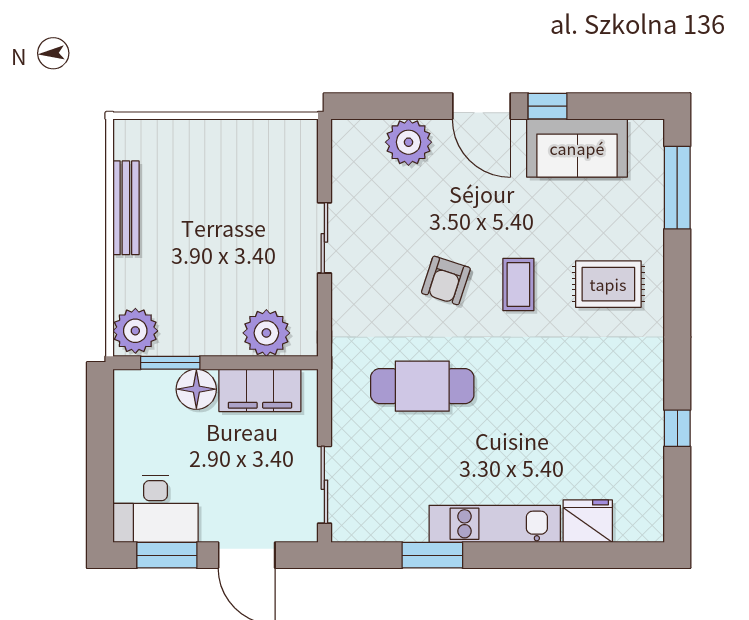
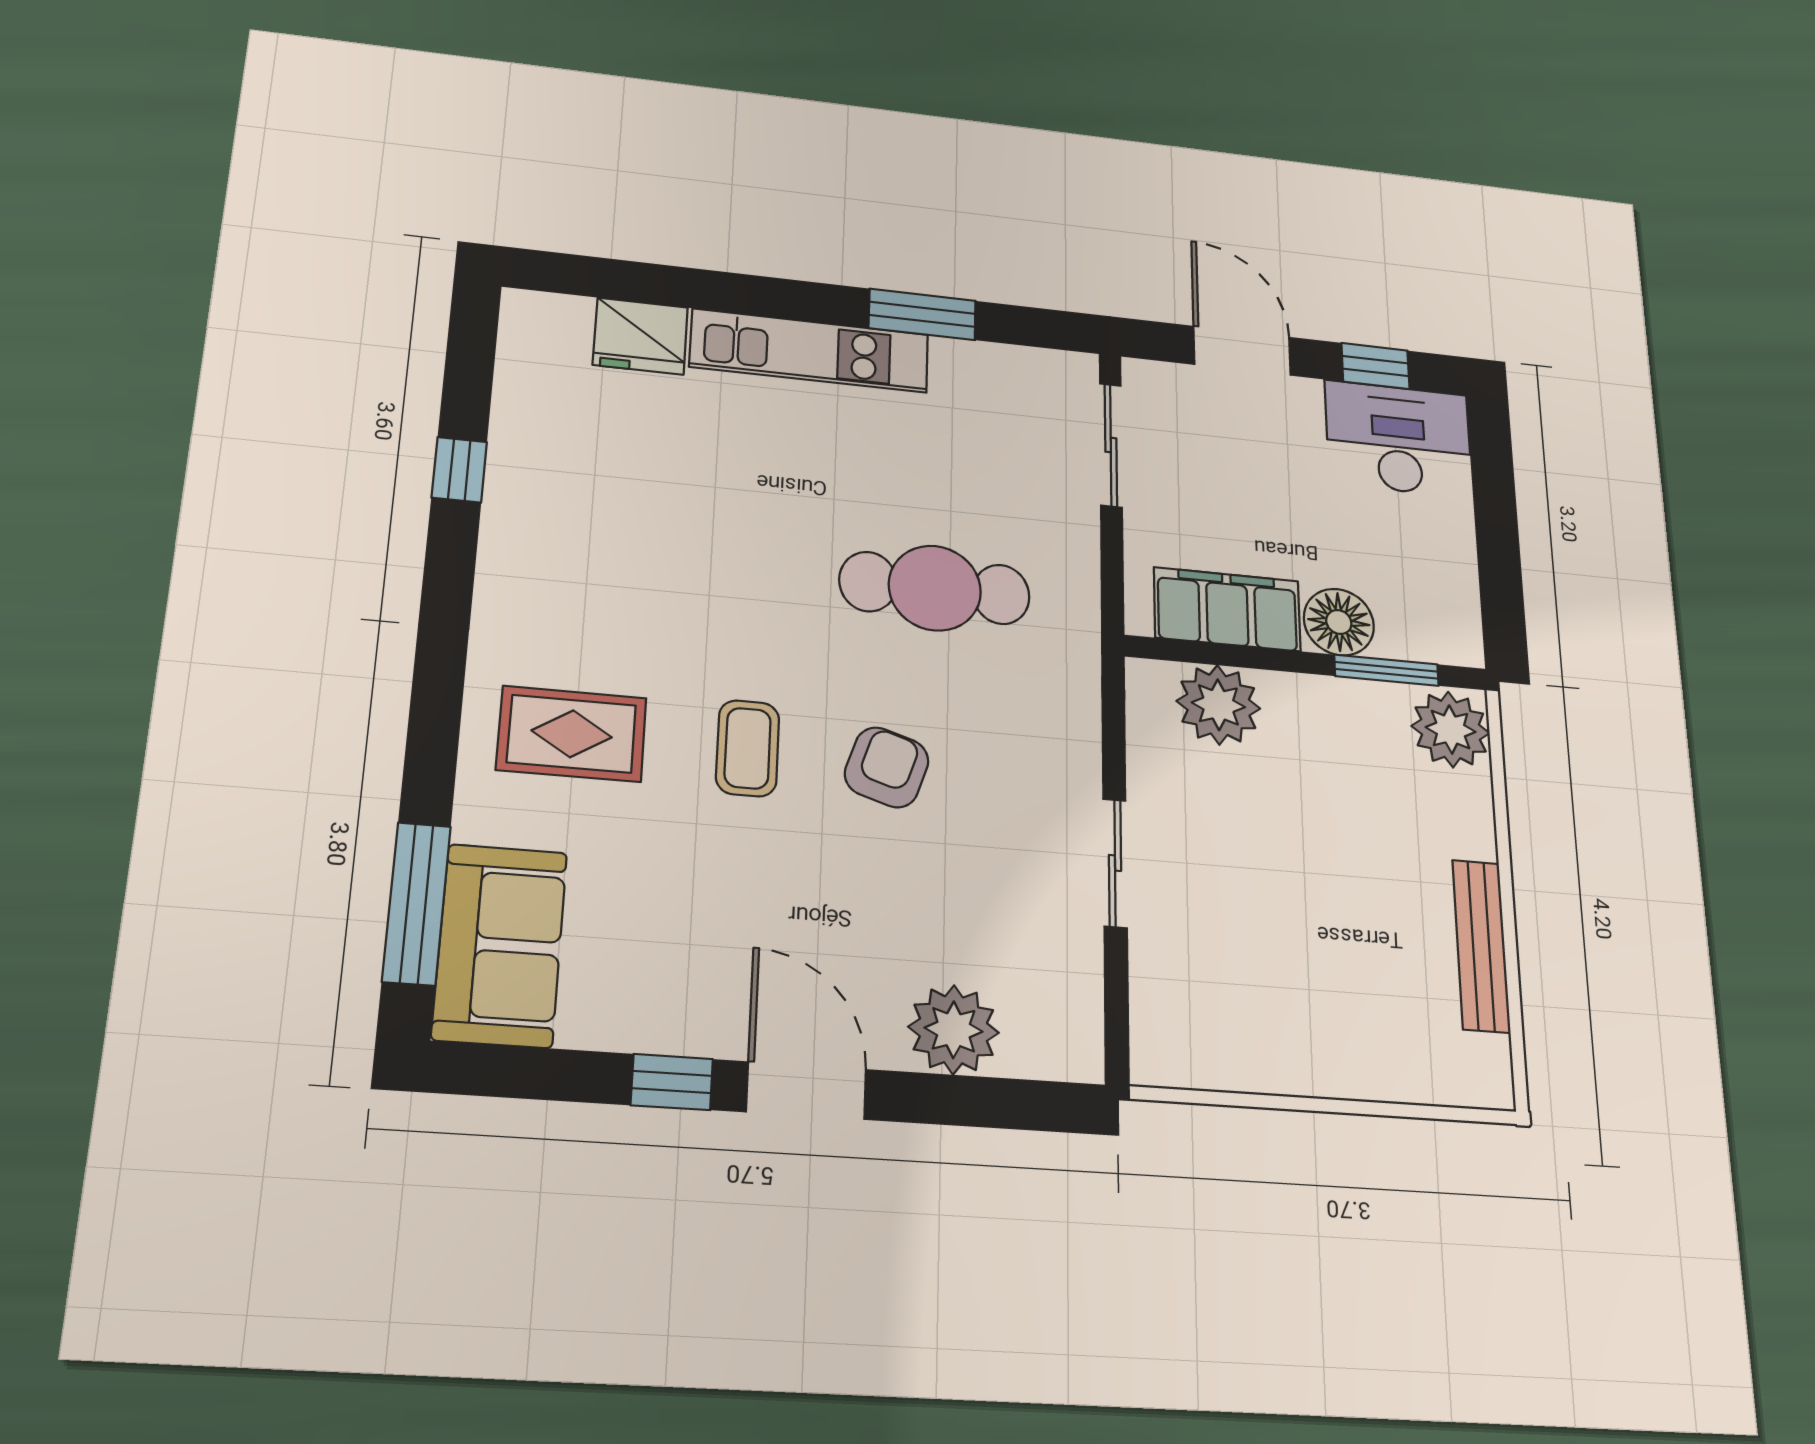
sofa: (577, 148) -> (500, 945), moved, turned 90
window: (167, 555) -> (1375, 366), width x0.67

